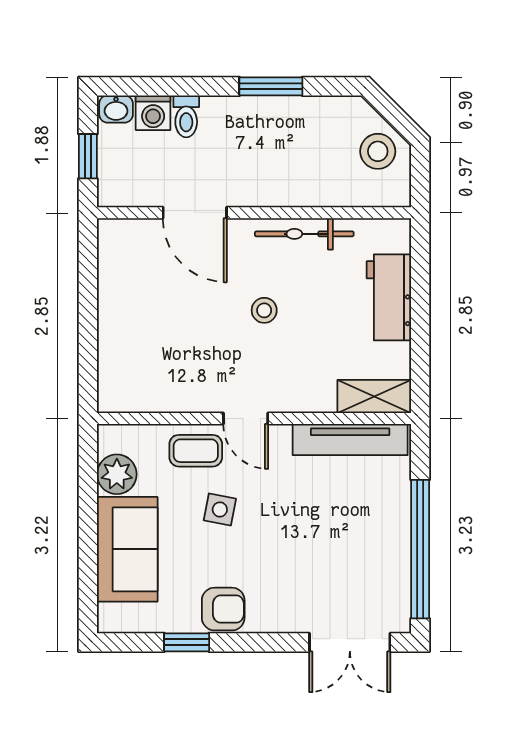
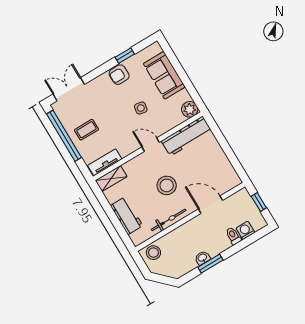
washbasin: (116, 109) -> (202, 258), moved
stool: (378, 151) -> (153, 253), moved
stool: (264, 310) -> (167, 185), width x1.89, depth x1.89
workbench: (158, 390) -> (187, 136), added
tv unit: (350, 440) -> (105, 162), width x0.71
coffee table: (196, 451) -> (86, 130), moved
plant: (117, 474) -> (190, 109), moved

